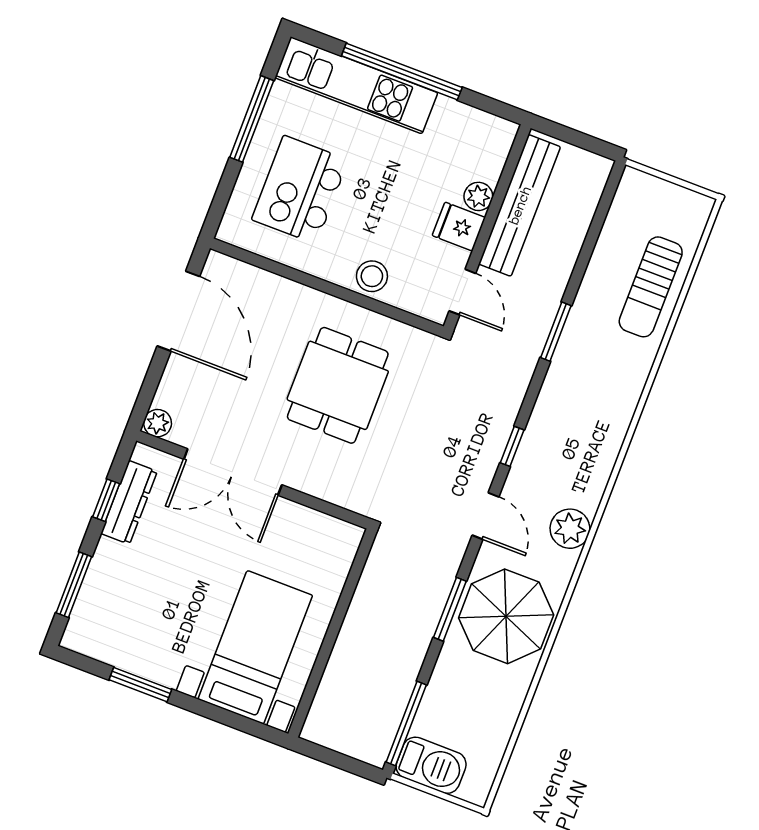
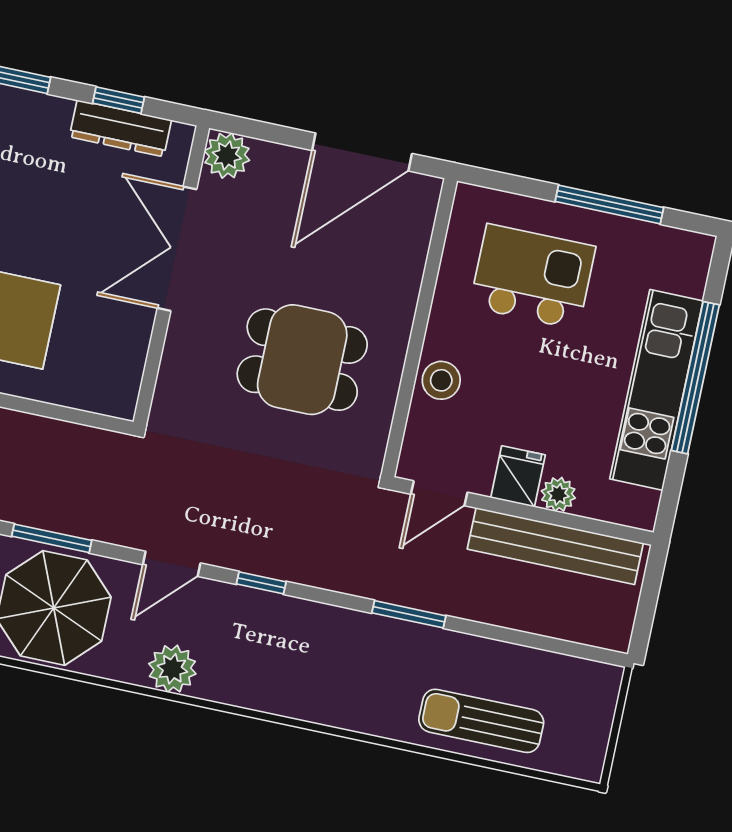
kitchen unit: (356, 85) -> (656, 390), moved
plant: (158, 423) -> (227, 156), width x1.38, depth x1.38

